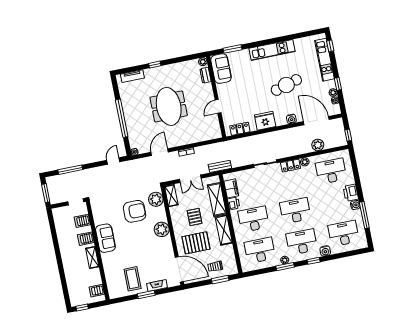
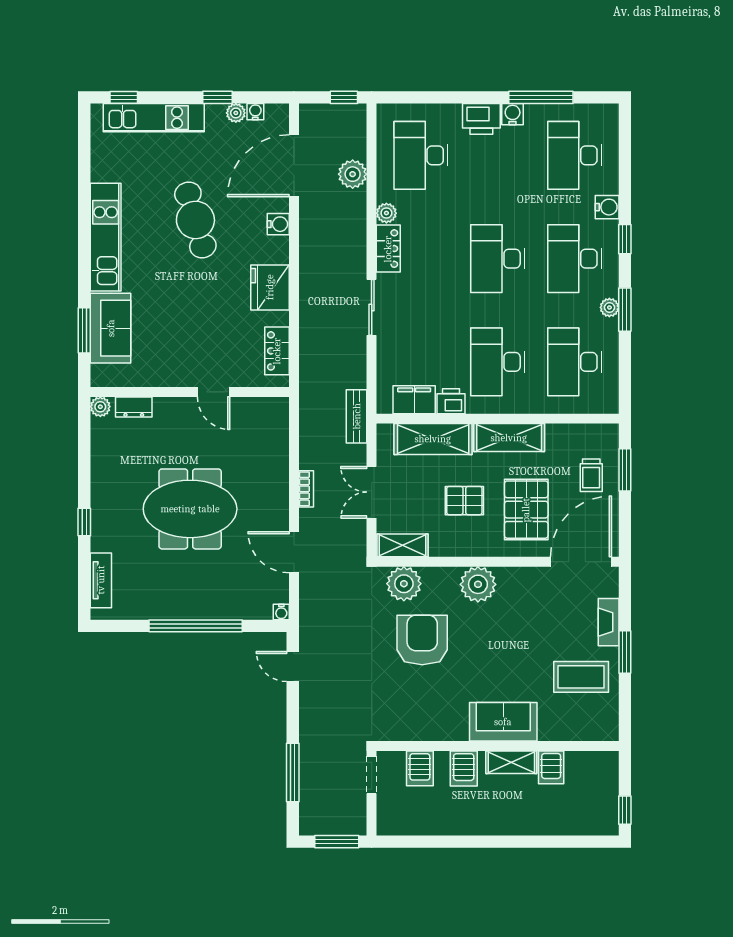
sofa: (221, 69) -> (111, 328), moved, turned 90
double door: (190, 179) -> (372, 492), swing flipped
sofa: (105, 238) -> (503, 722), moved
server rack: (97, 291) -> (551, 767), moved

